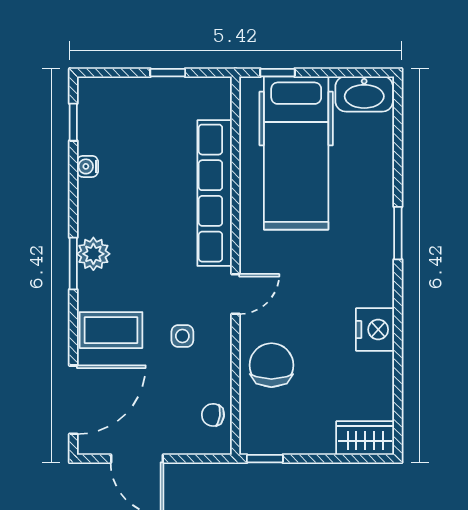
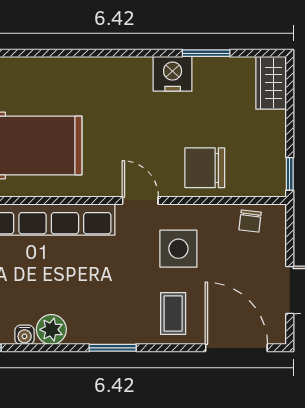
window: (398, 233) -> (206, 53), moved
plant: (93, 254) -> (51, 330), moved
coffee table: (111, 330) -> (173, 313), width x0.73, depth x0.77
side table: (182, 336) -> (178, 249), width x1.87, depth x1.87

